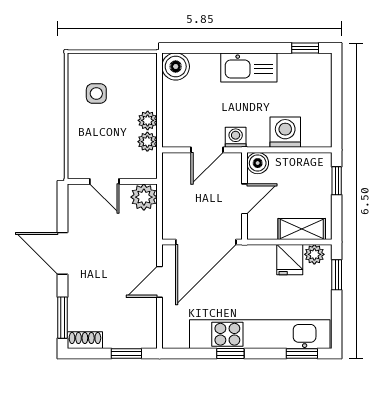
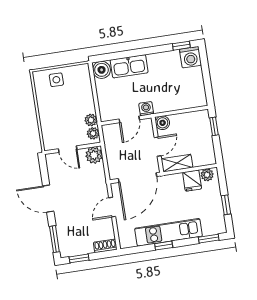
kitchen sink: (249, 68) -> (129, 66), moved
side table: (96, 93) -> (56, 80), moved
plant: (148, 120) -> (93, 133), moved
washing machine: (285, 132) -> (190, 57), moved, turned 180
shelving: (302, 229) -> (177, 163), moved
window: (337, 275) -> (226, 205), moved
kitchen unit: (260, 334) -> (169, 232), width x0.73
shoe rack: (85, 340) -> (105, 246), moved
window: (126, 354) -> (79, 258), moved

